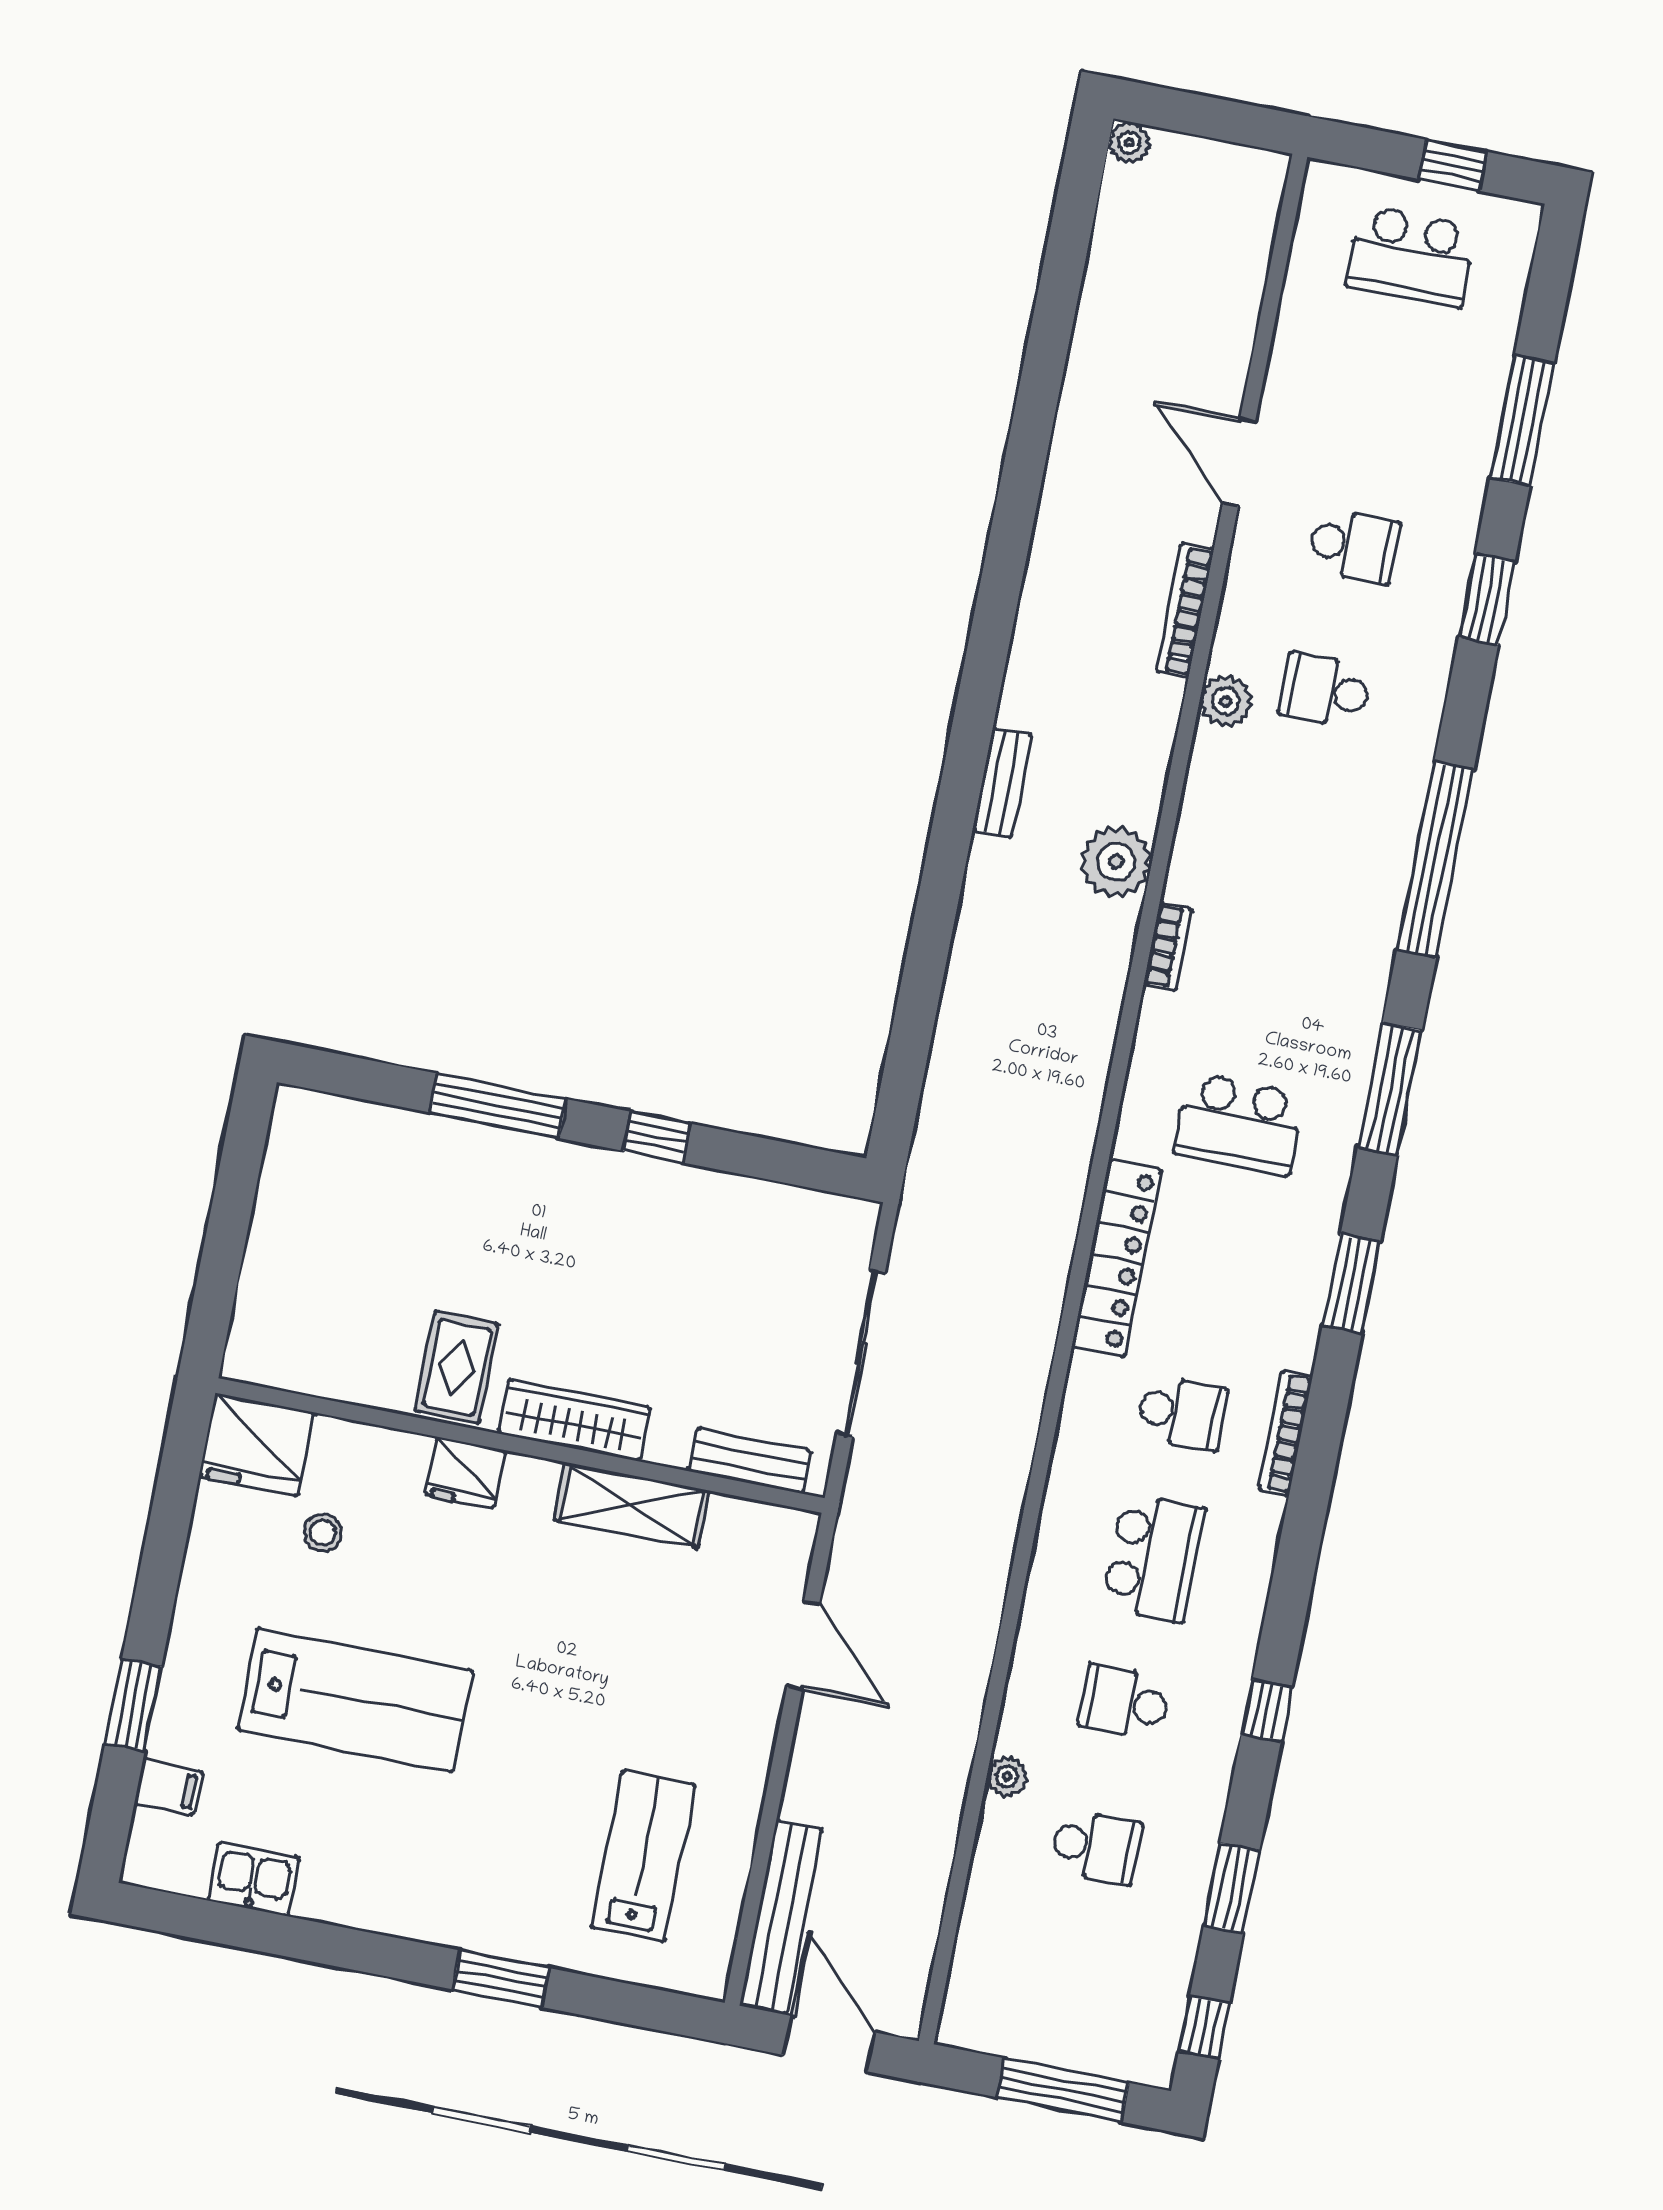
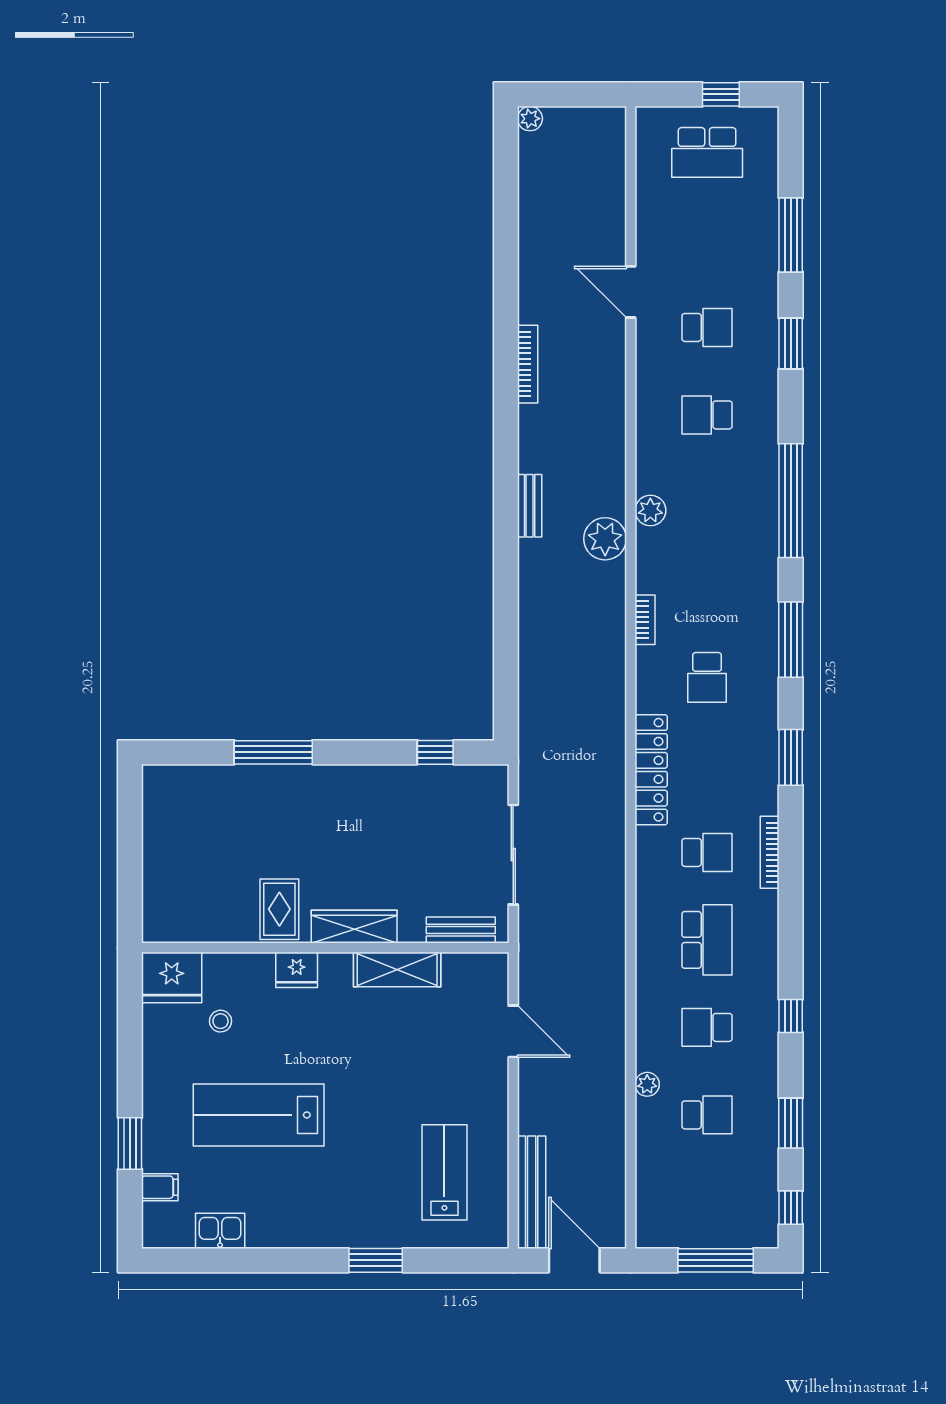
bookcase: (1185, 610) -> (528, 364), moved, turned 180
plant: (1226, 701) -> (650, 510), moved
bookcase: (1168, 946) -> (645, 620), moved
school desk: (1239, 1124) -> (707, 677), width x0.54
window: (657, 1137) -> (435, 752), moved
lab bench: (355, 1700) -> (259, 1115), turned 180

